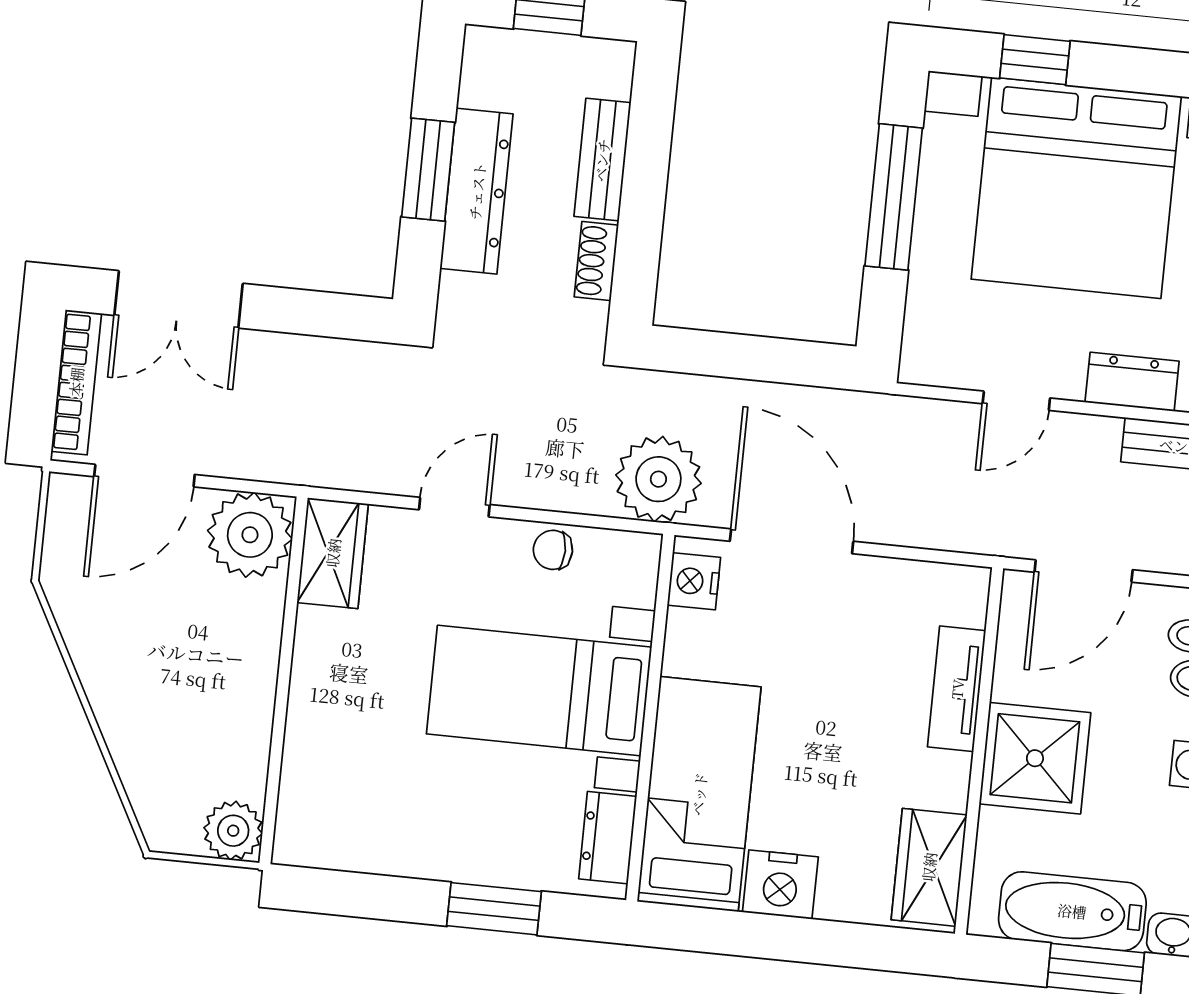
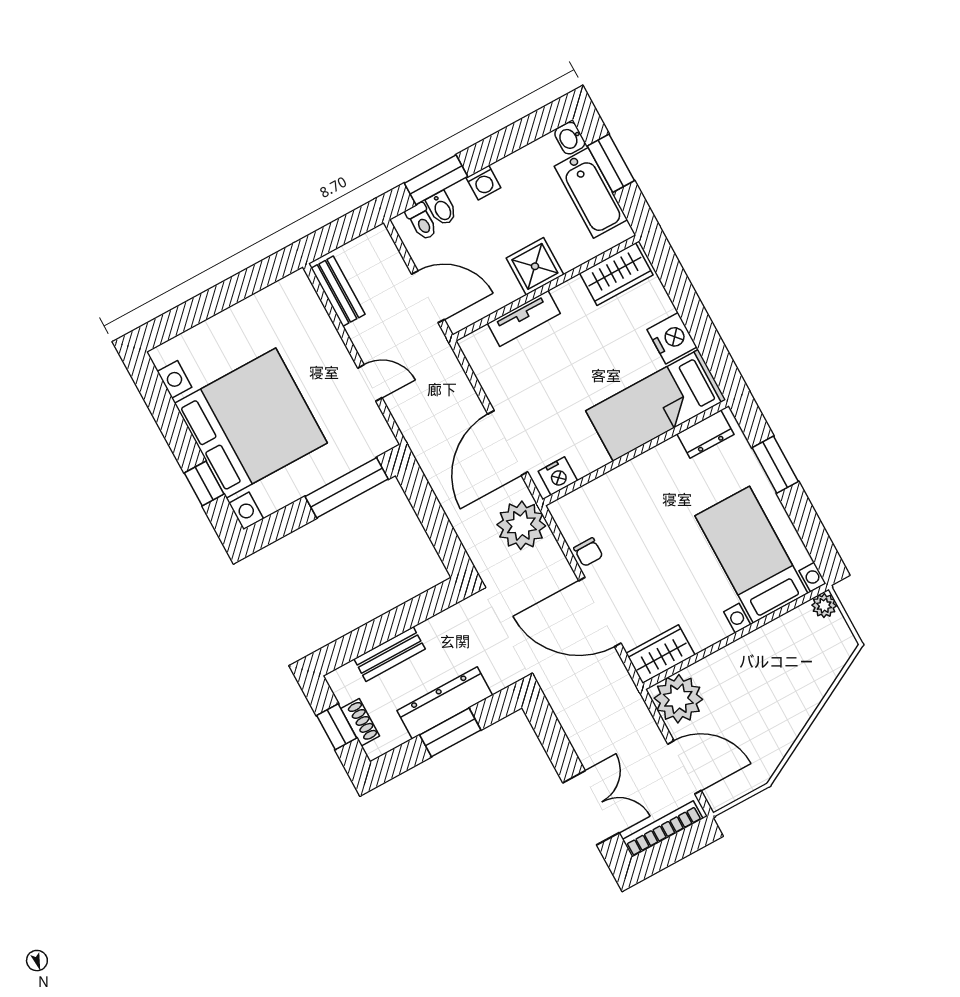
window: (894, 197) -> (347, 488), moved
shoe rack: (596, 261) -> (360, 722), moved, turned -90
dresser: (1132, 382) -> (324, 335), removed
door: (454, 507) -> (600, 612), width x1.87
bed with nightstands: (539, 690) -> (751, 555), moved, turned 180
shower: (1035, 758) -> (535, 266), width x0.73, depth x0.73
plant: (233, 831) -> (824, 606), width x0.73, depth x0.73

